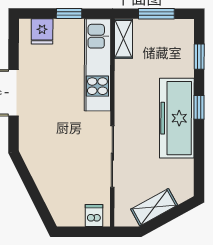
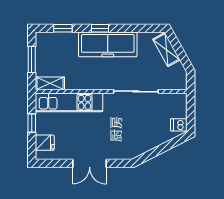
shelving: (154, 207) -> (166, 50), moved
dishwasher: (94, 216) -> (179, 125), moved

